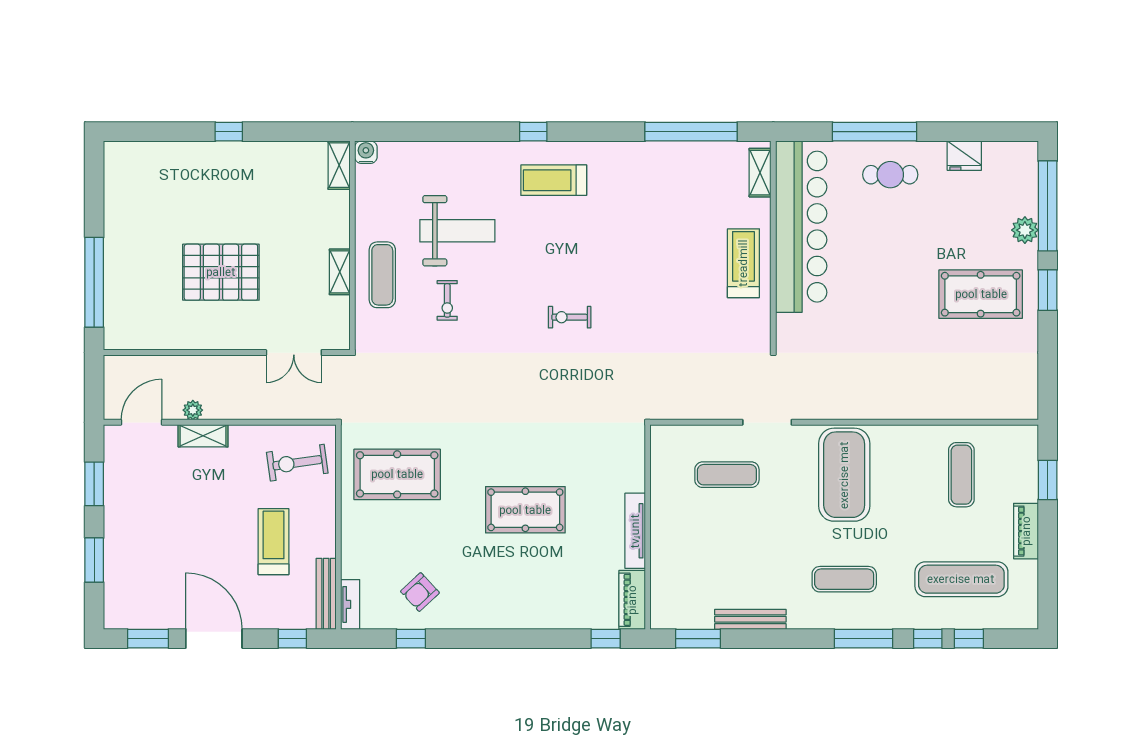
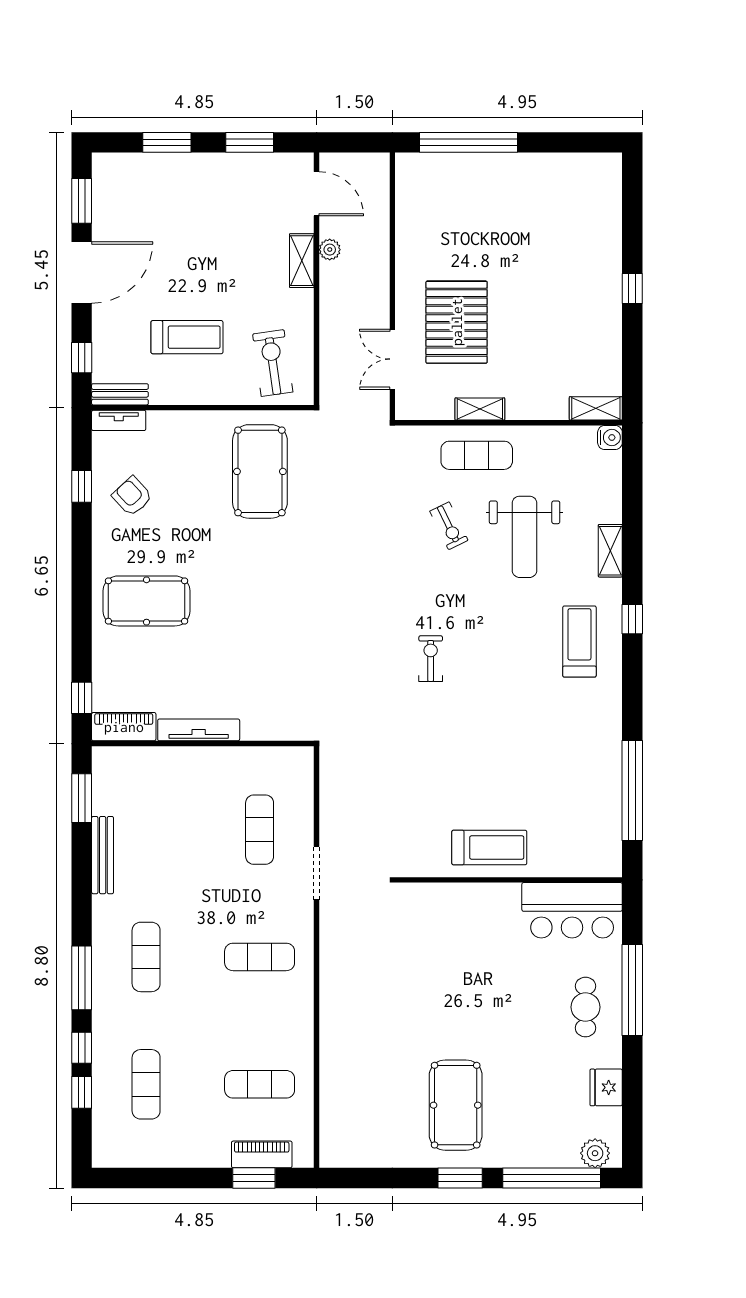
shelving: (760, 173) -> (610, 551), moved, turned 90
bar counter: (801, 227) -> (572, 910), width x0.54
plant: (1025, 230) -> (595, 1153), moved
pallet: (221, 272) -> (457, 322), moved
exercise bike: (447, 300) -> (449, 526), turned -116
exercise mat: (844, 475) -> (260, 957), width x0.50, depth x0.69
pool table: (525, 510) -> (147, 601), moved, turned 90
piano: (1026, 531) -> (262, 1154), moved
exercise mat: (961, 579) -> (146, 1084), width x0.73, depth x0.69
bench: (326, 594) -> (120, 394), width x0.73

